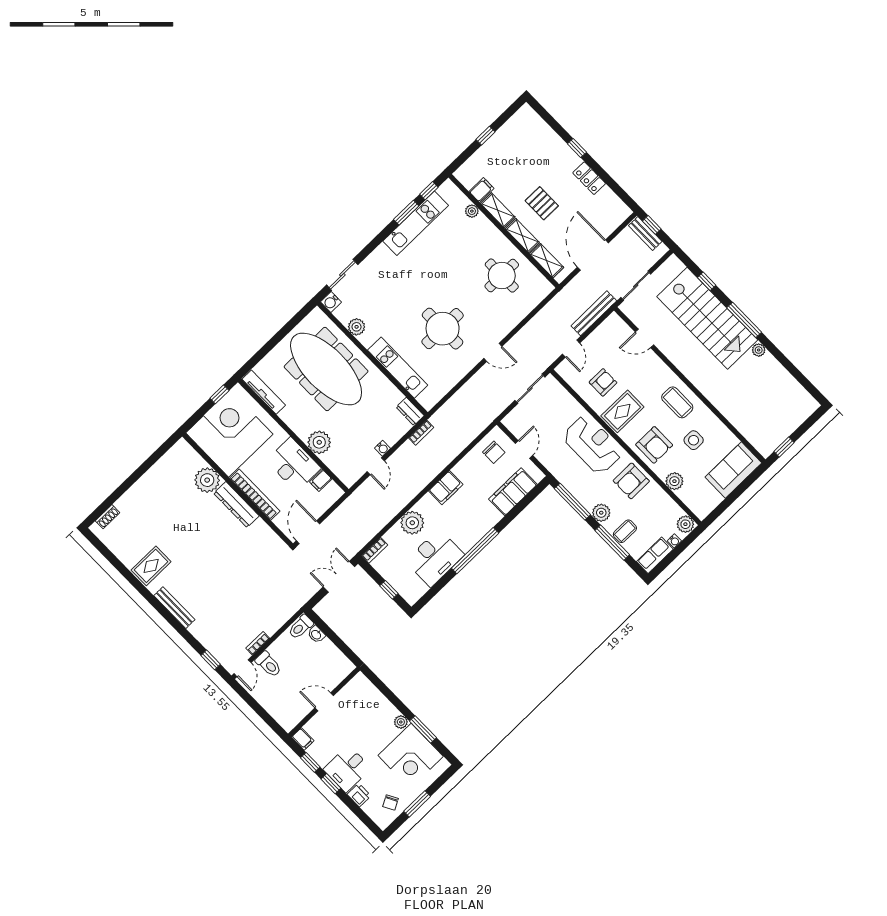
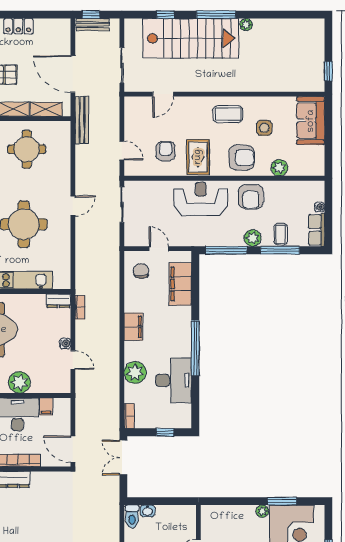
bench: (594, 313) -> (82, 120), moved
chair: (494, 452) -> (141, 271), turned -90
plant: (685, 524) -> (316, 189), removed

